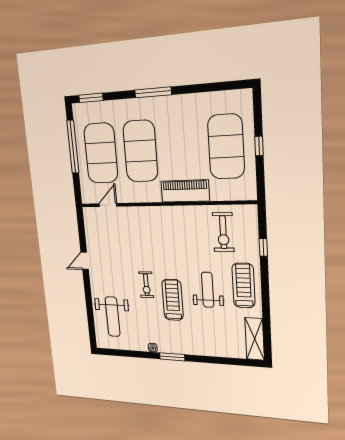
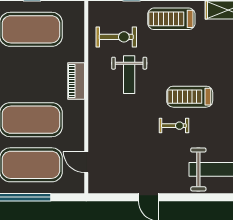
piano: (185, 191) -> (76, 81), width x0.73, depth x0.75
weight bench: (208, 290) -> (129, 75), moved, turned -90

